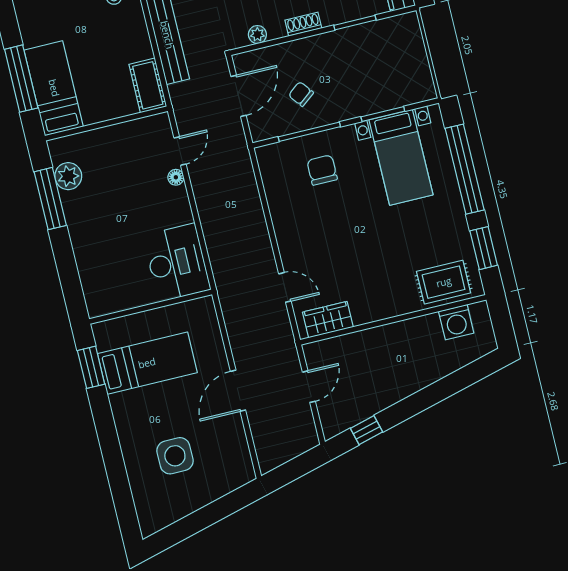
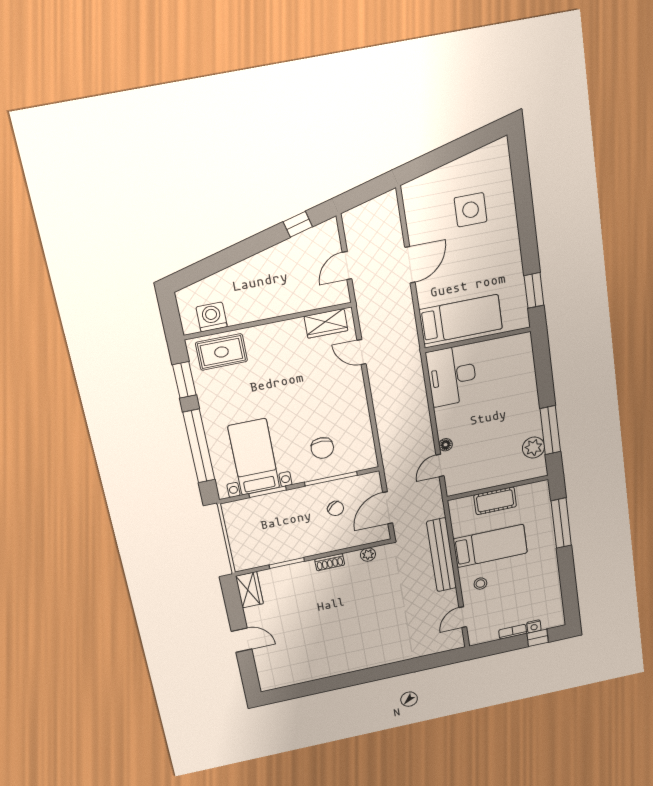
cot: (148, 85) -> (495, 501), moved, turned 90
bed: (54, 88) -> (490, 546), moved, turned -90
bed: (147, 363) -> (461, 319), moved, turned 180

